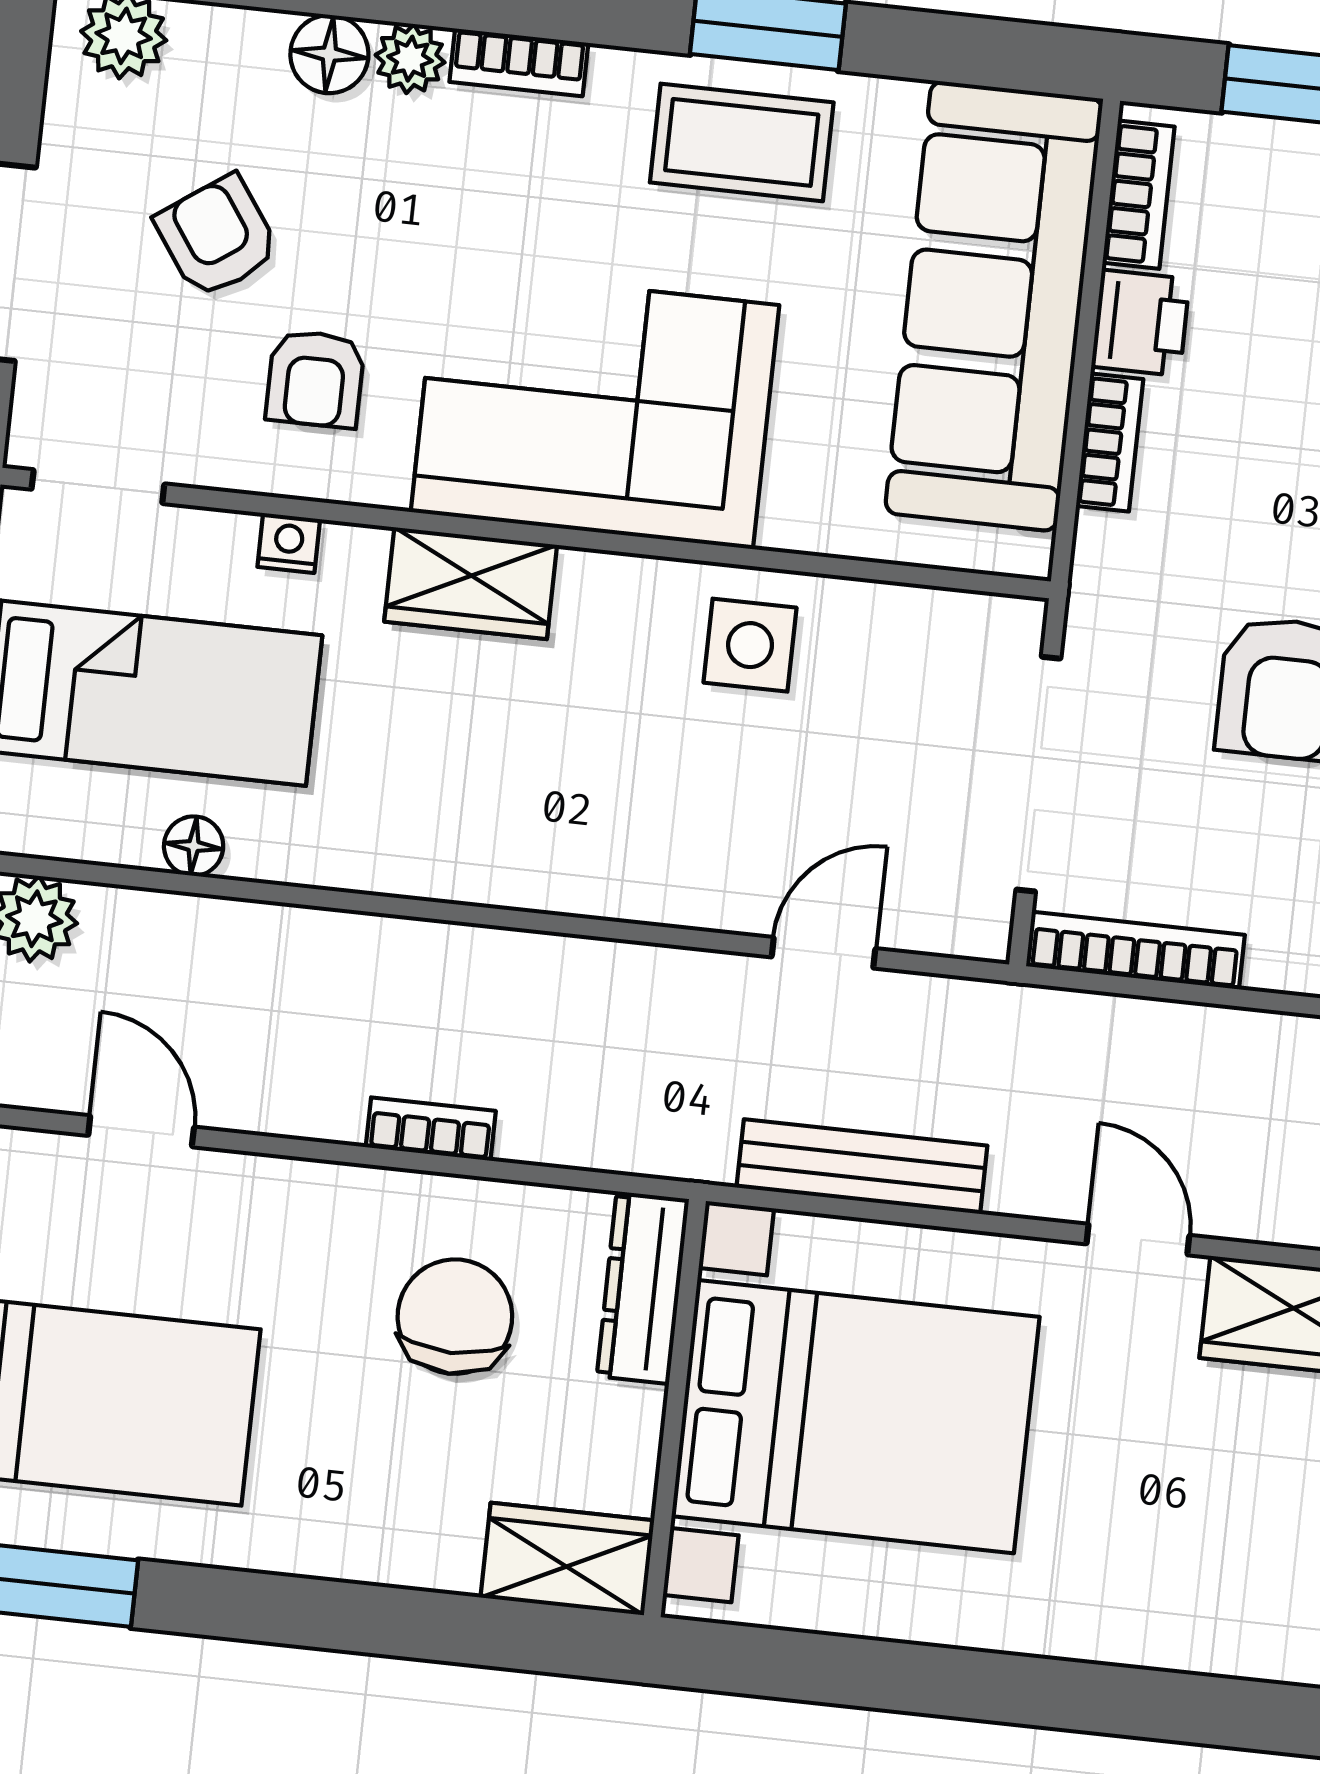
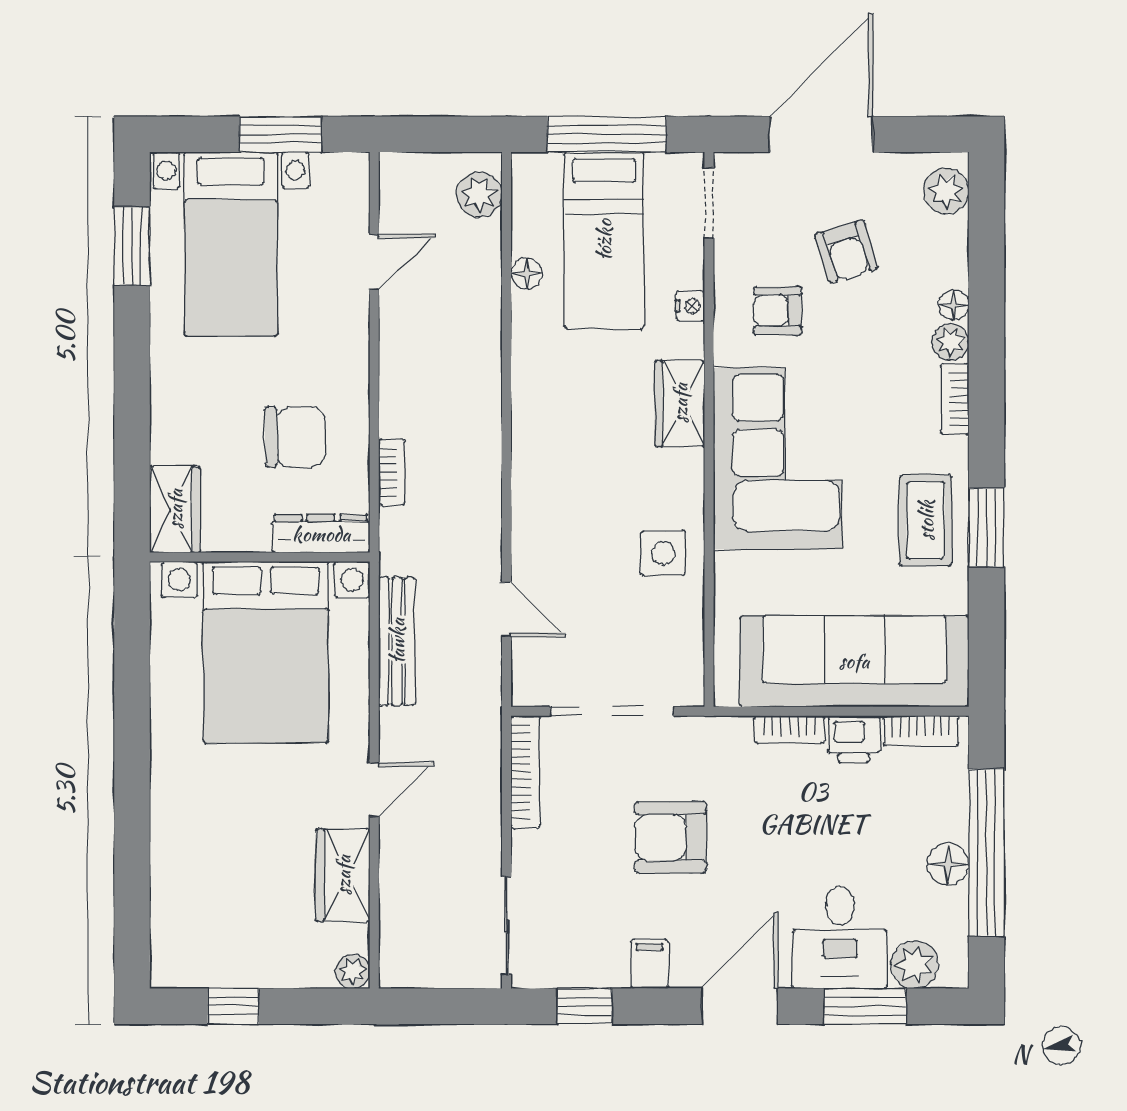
floor lamp: (329, 54) -> (954, 305), width x0.73, depth x0.73
armchair: (217, 237) -> (846, 251), turned 108
bookcase: (431, 1129) -> (392, 472), moved

